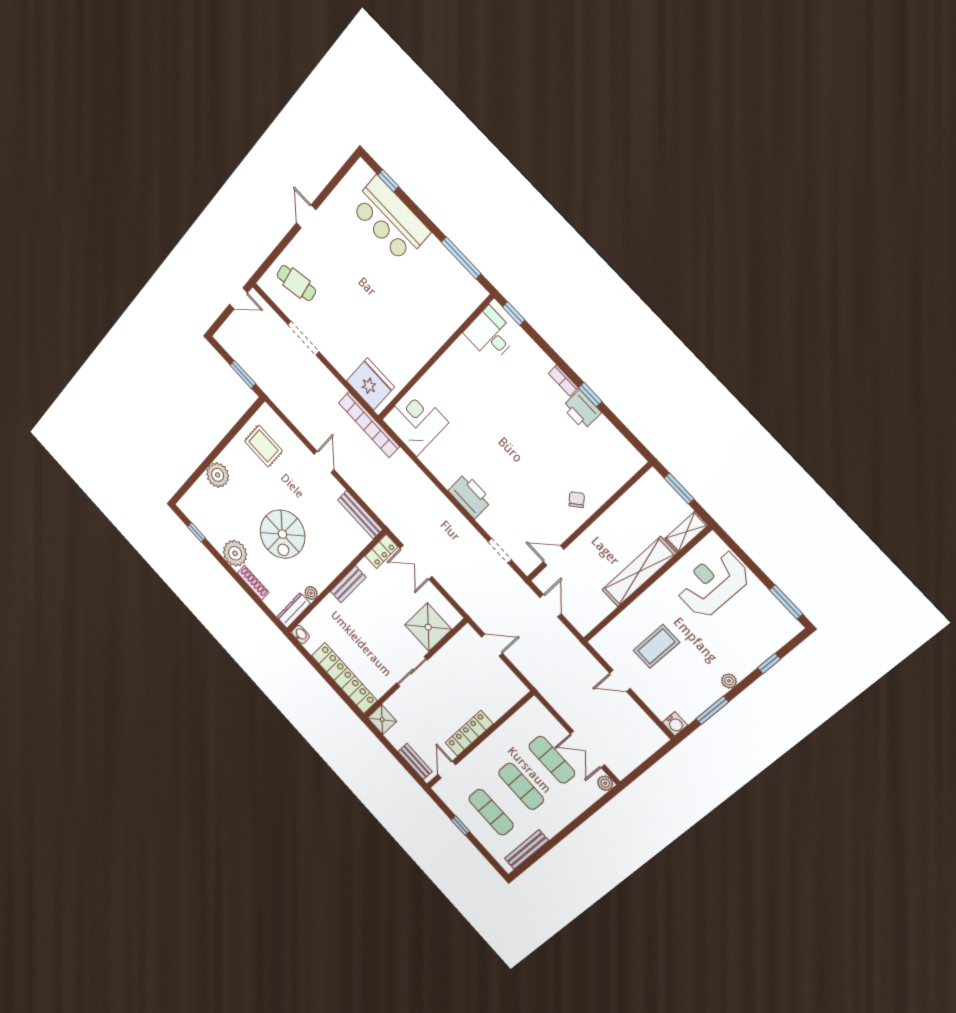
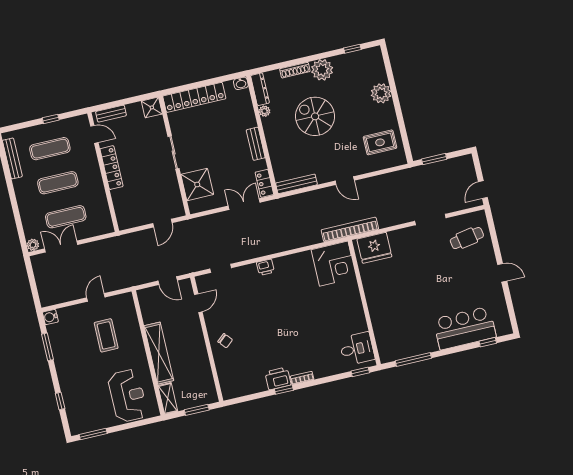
printer: (470, 496) -> (265, 267), width x0.53, depth x0.68
plant: (729, 681) -> (61, 369), removed

